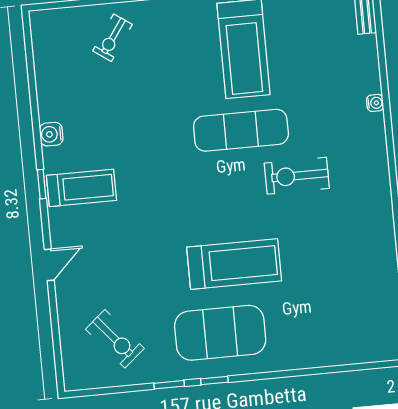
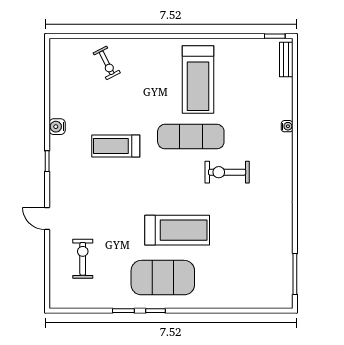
exercise bike: (113, 38) -> (107, 63), turned -62
treadmill: (81, 188) -> (116, 146), moved, turned 180
door: (49, 265) -> (47, 218), swing flipped
exercise bike: (115, 339) -> (83, 259), moved, turned -140

